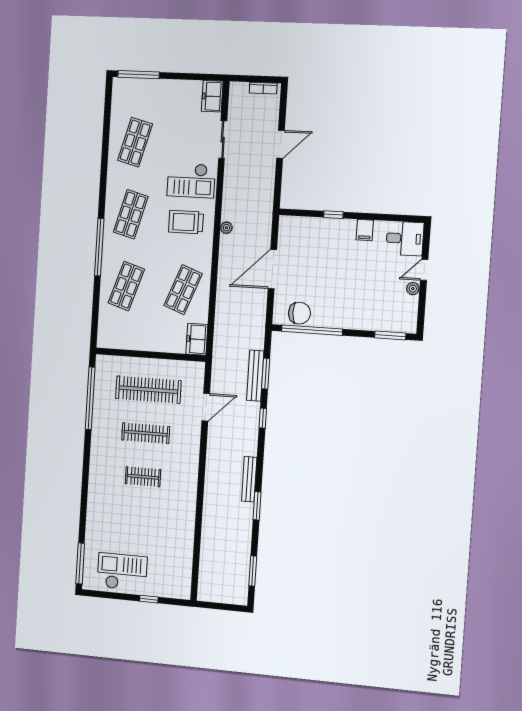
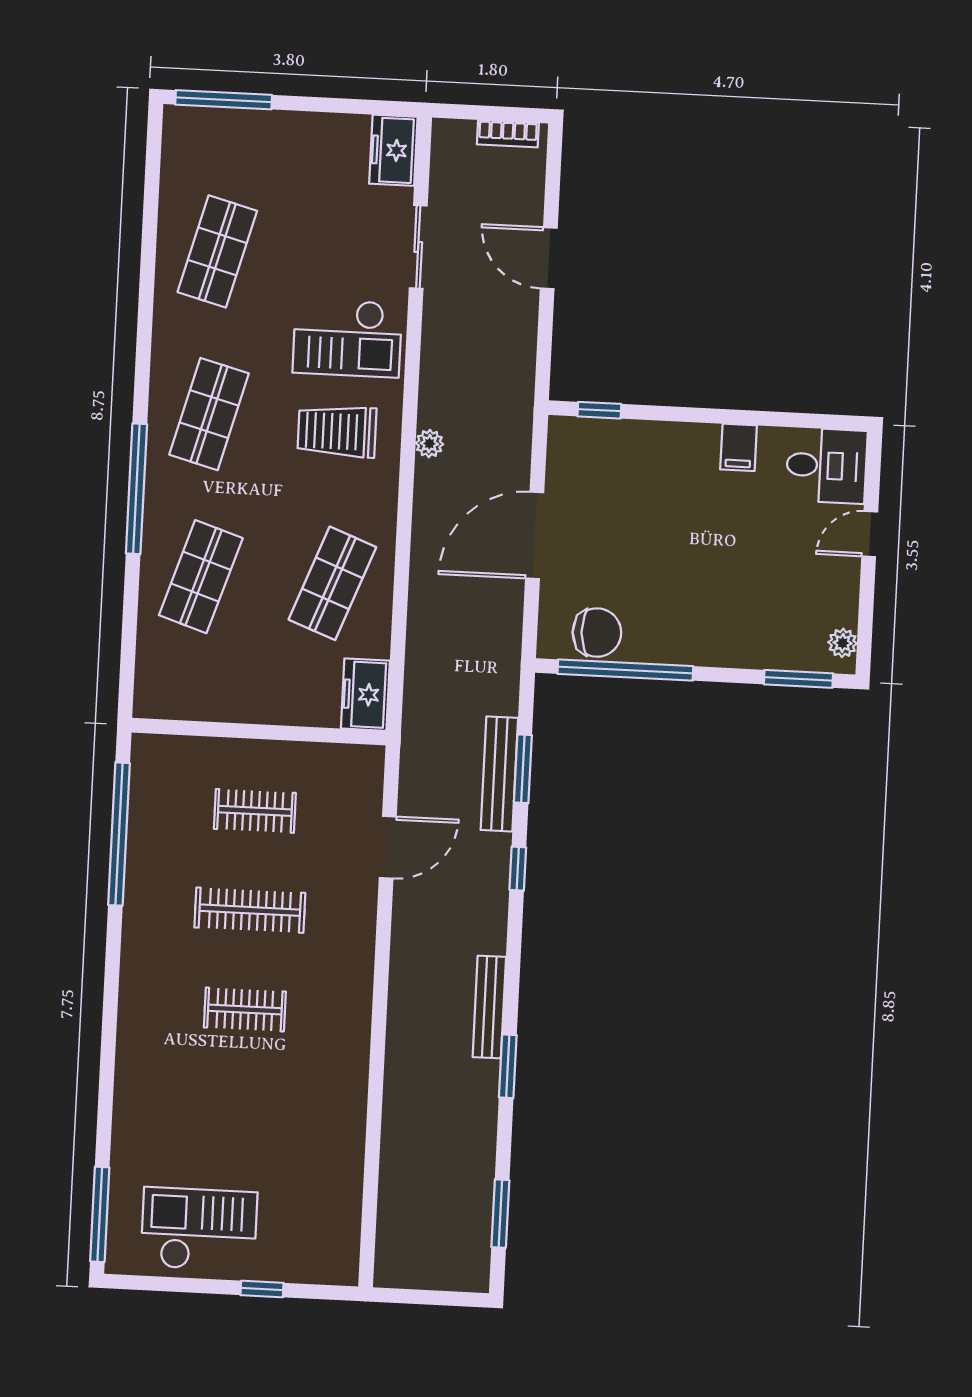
door: (281, 144) -> (549, 258), swing flipped
window: (333, 215) -> (599, 410), moved
plant: (413, 289) -> (843, 643), moved
clothes rail: (148, 390) -> (255, 811), width x0.54, depth x0.76

